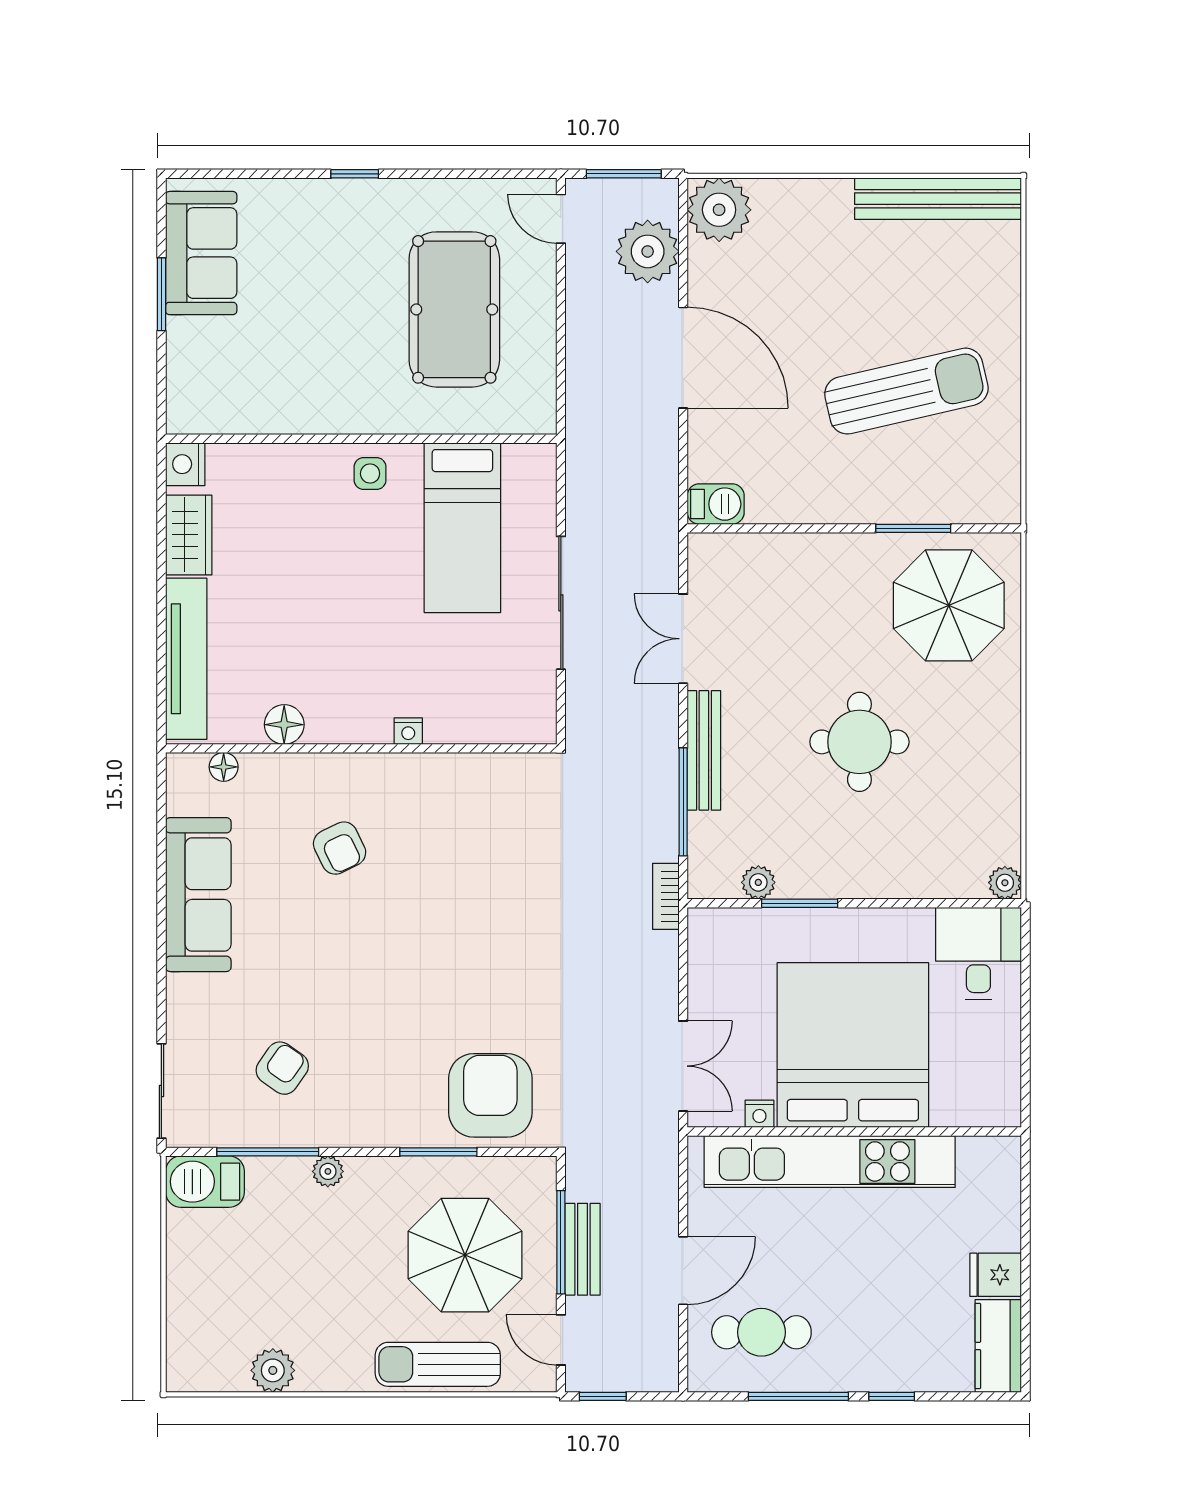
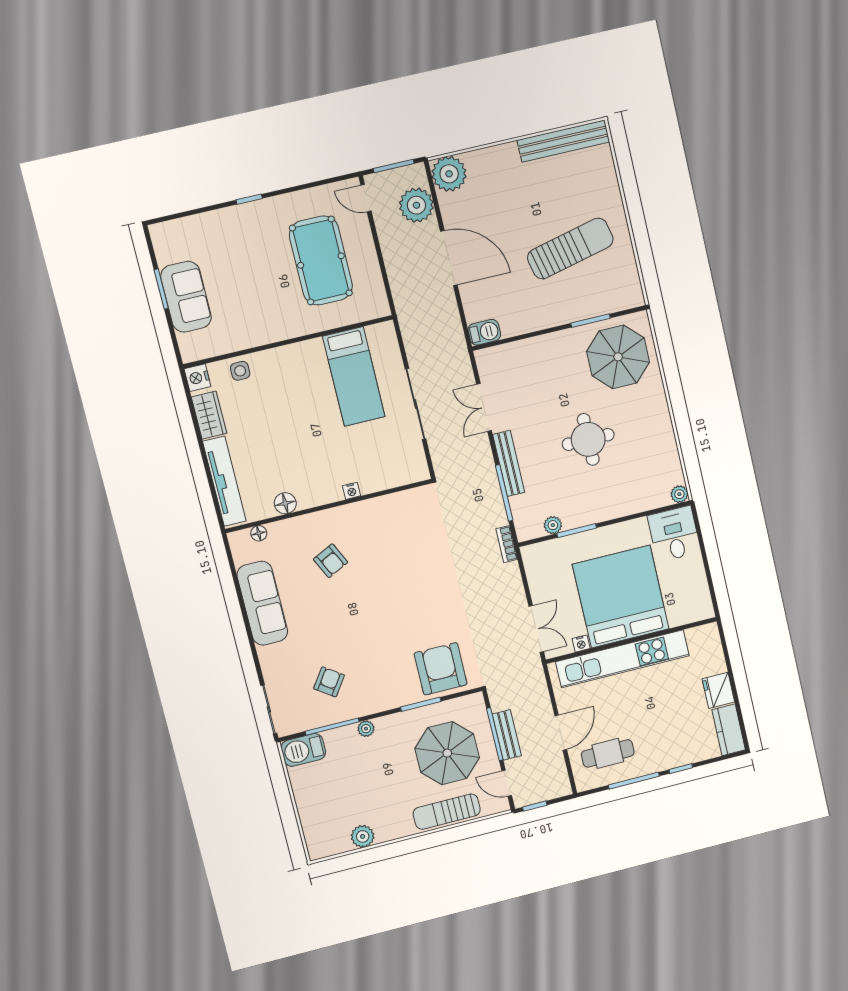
sofa: (201, 253) -> (186, 297), moved
side table: (370, 474) -> (240, 371), moved
fridge: (996, 1275) -> (718, 690), width x1.38

